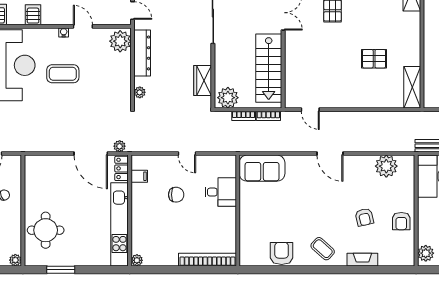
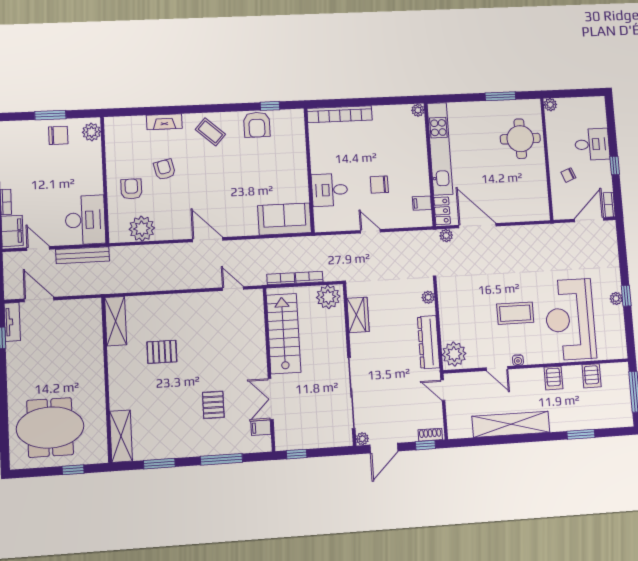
armchair: (401, 221) -> (131, 189), moved
window: (269, 270) -> (270, 106), added

